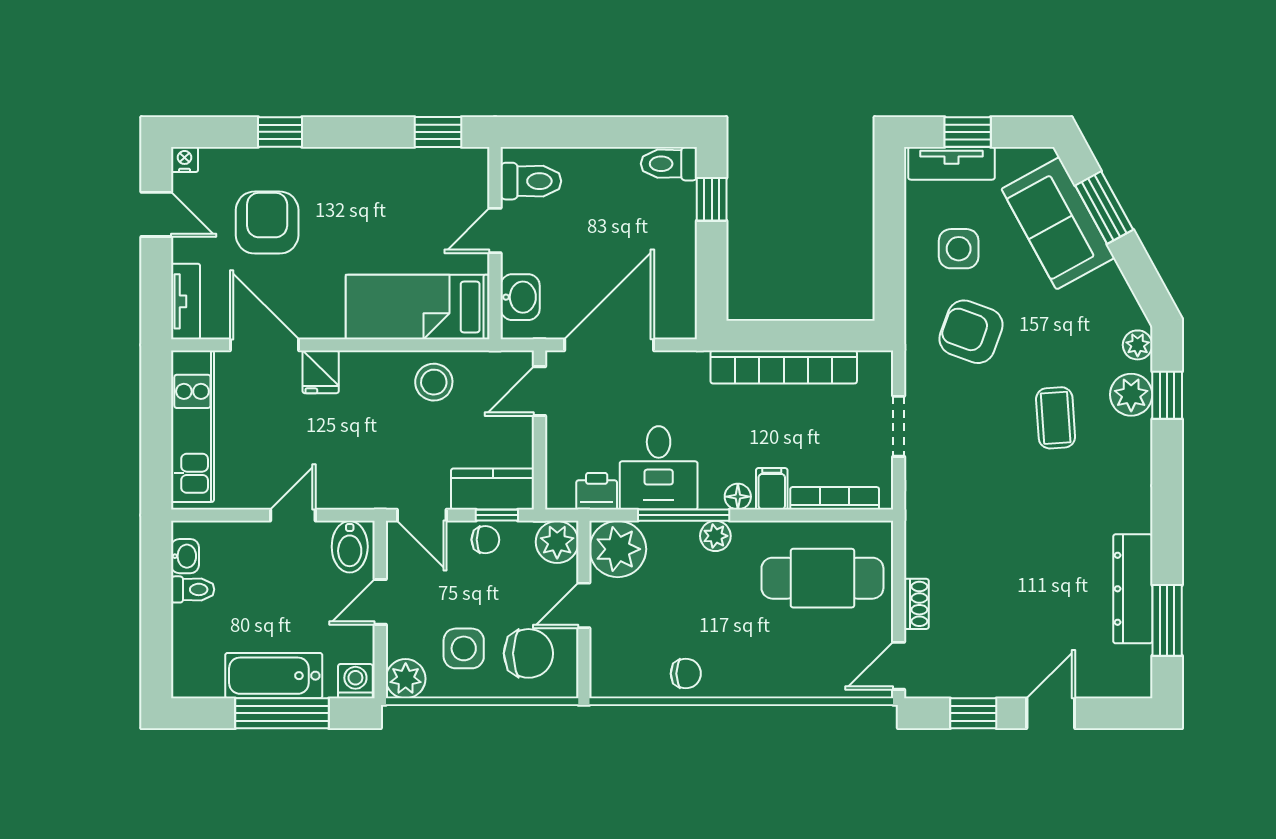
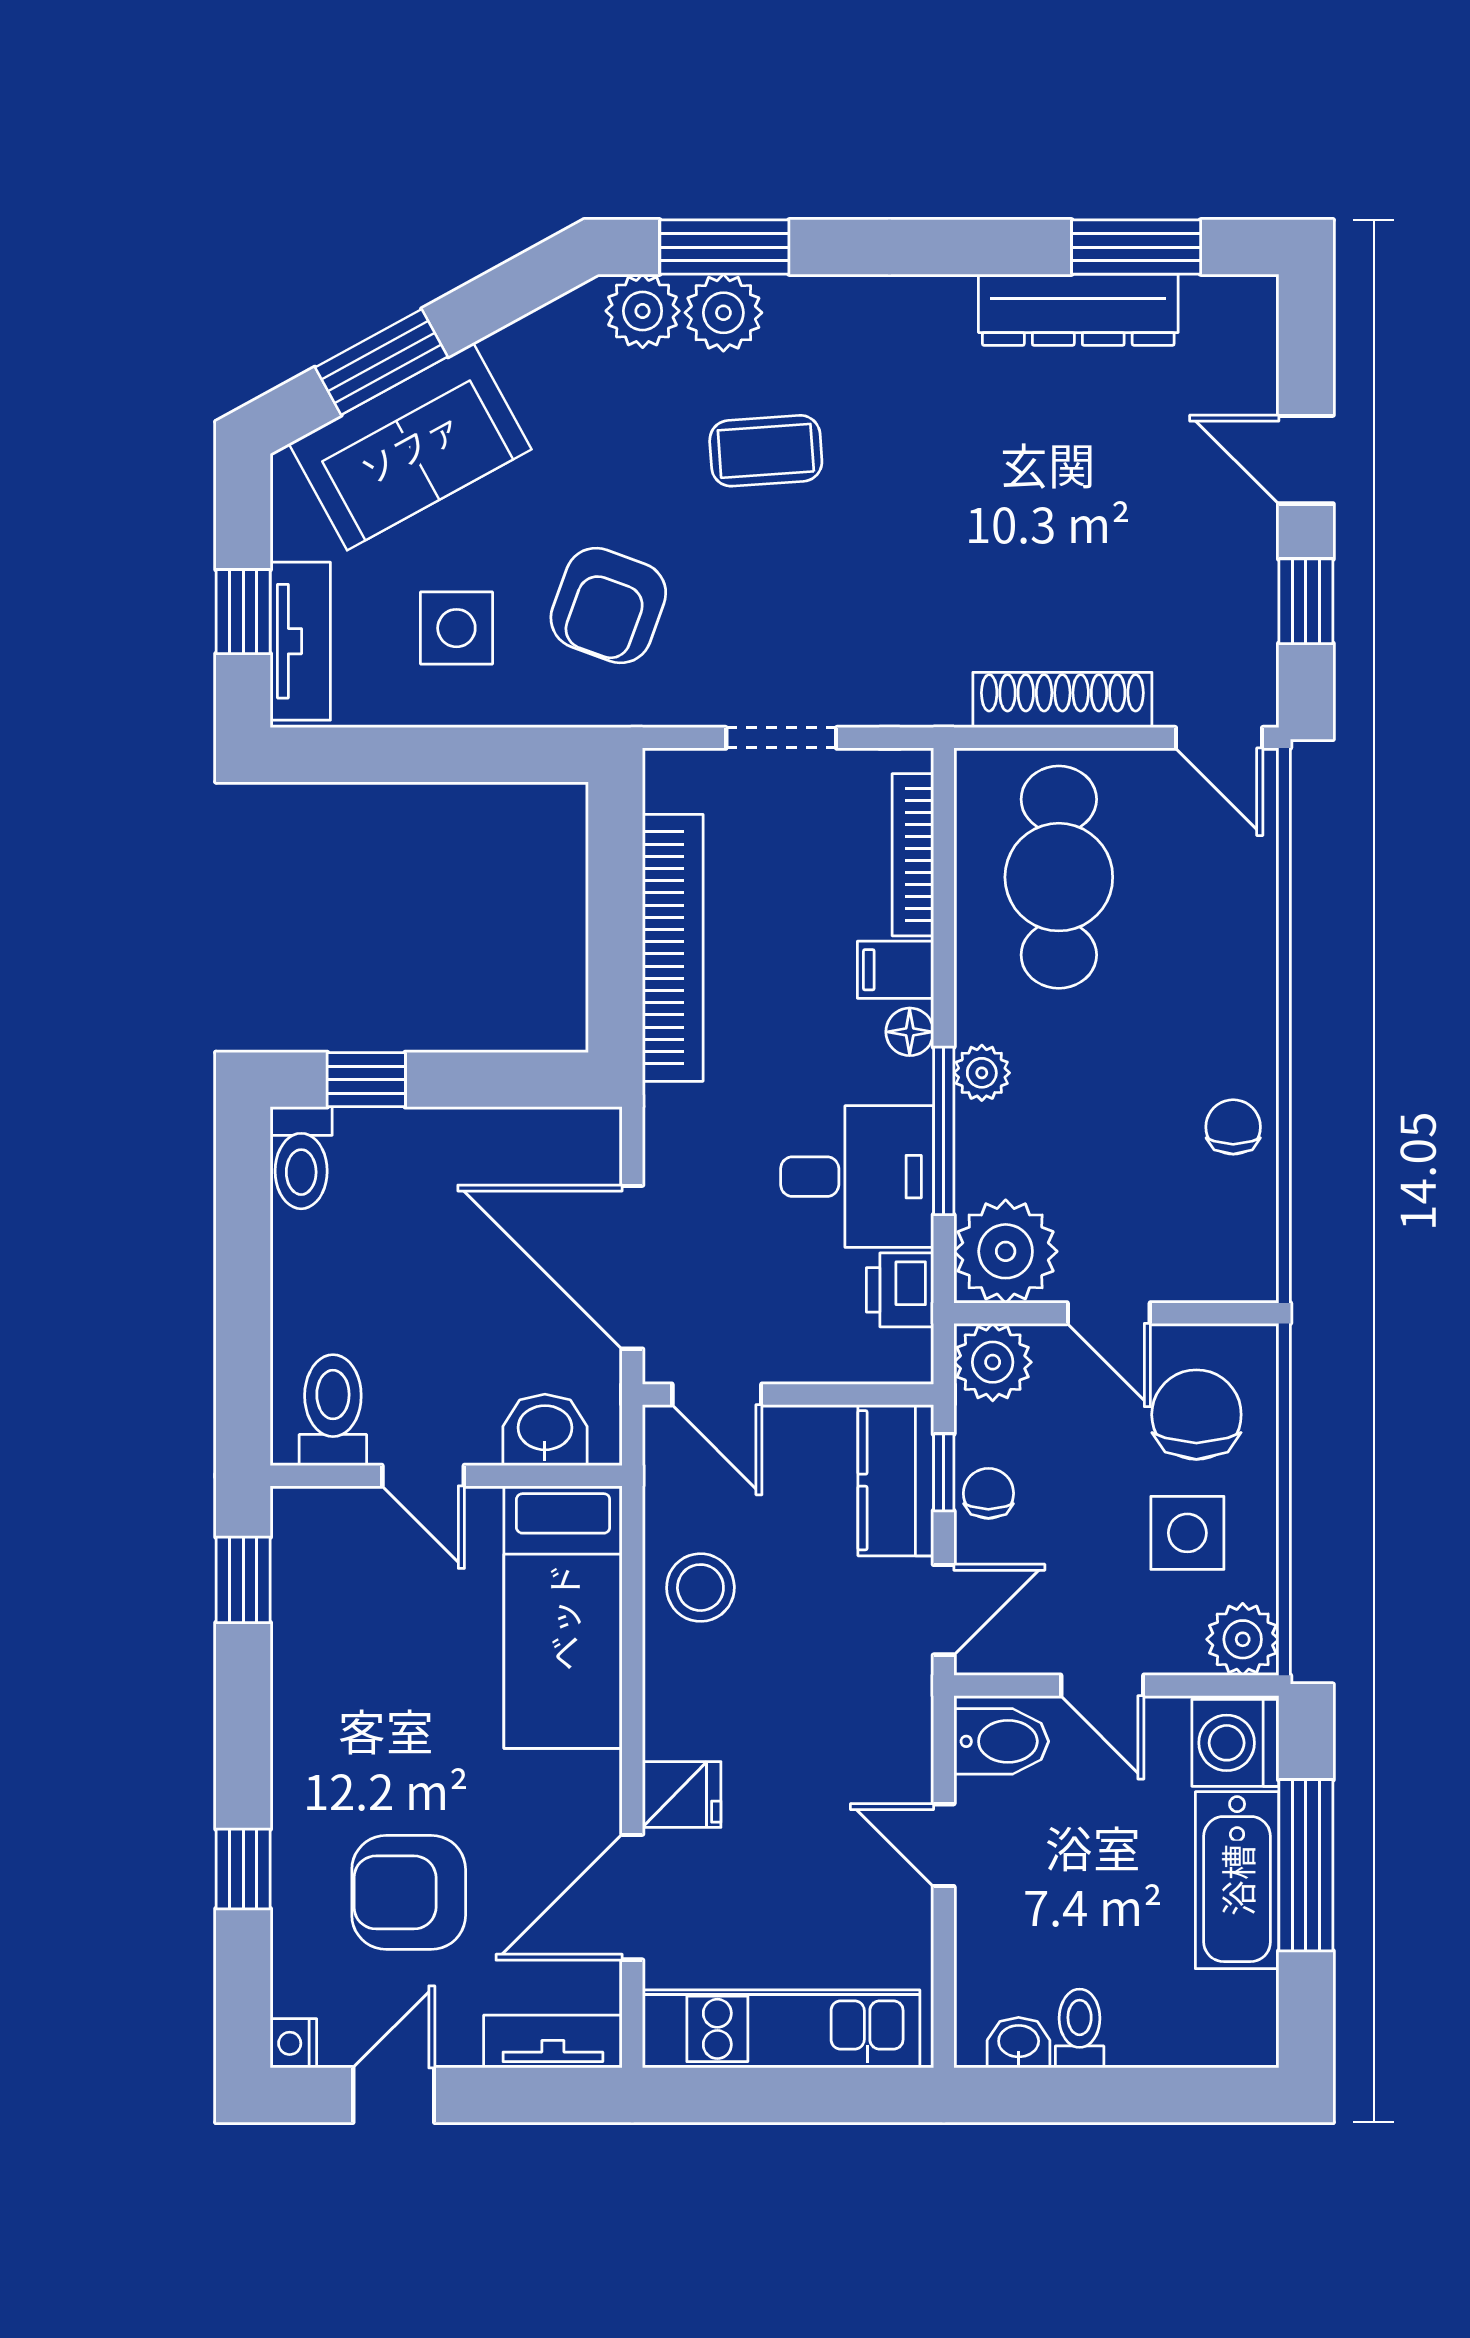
plant: (1138, 345) -> (643, 311), width x1.38, depth x1.38
window: (1167, 395) -> (724, 247), width x1.50
shoe rack: (916, 604) -> (1062, 700), width x1.94, depth x1.24
washing machine: (355, 681) -> (1235, 1743), width x1.38, depth x1.38

